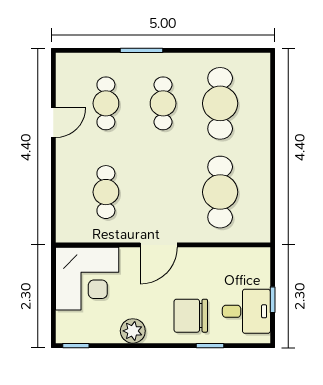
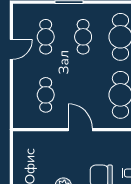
door: (159, 245) -> (80, 130), swing flipped
corner desk: (87, 279) -> (33, 152), removed

